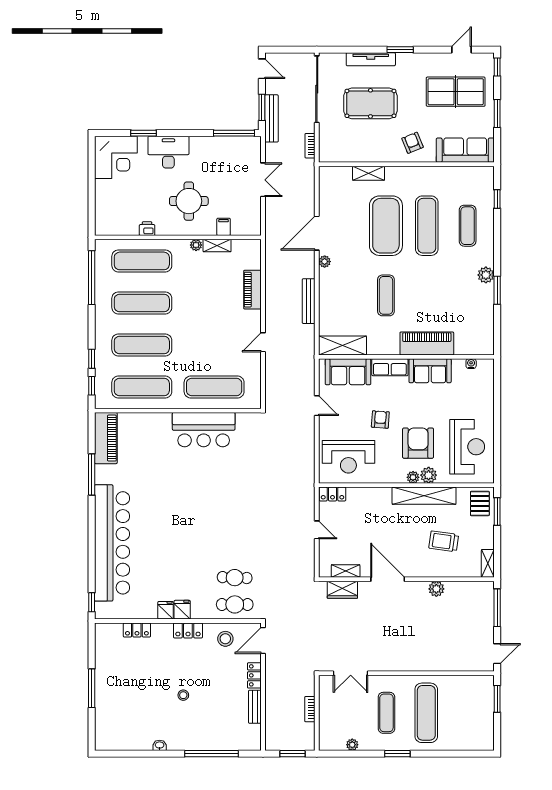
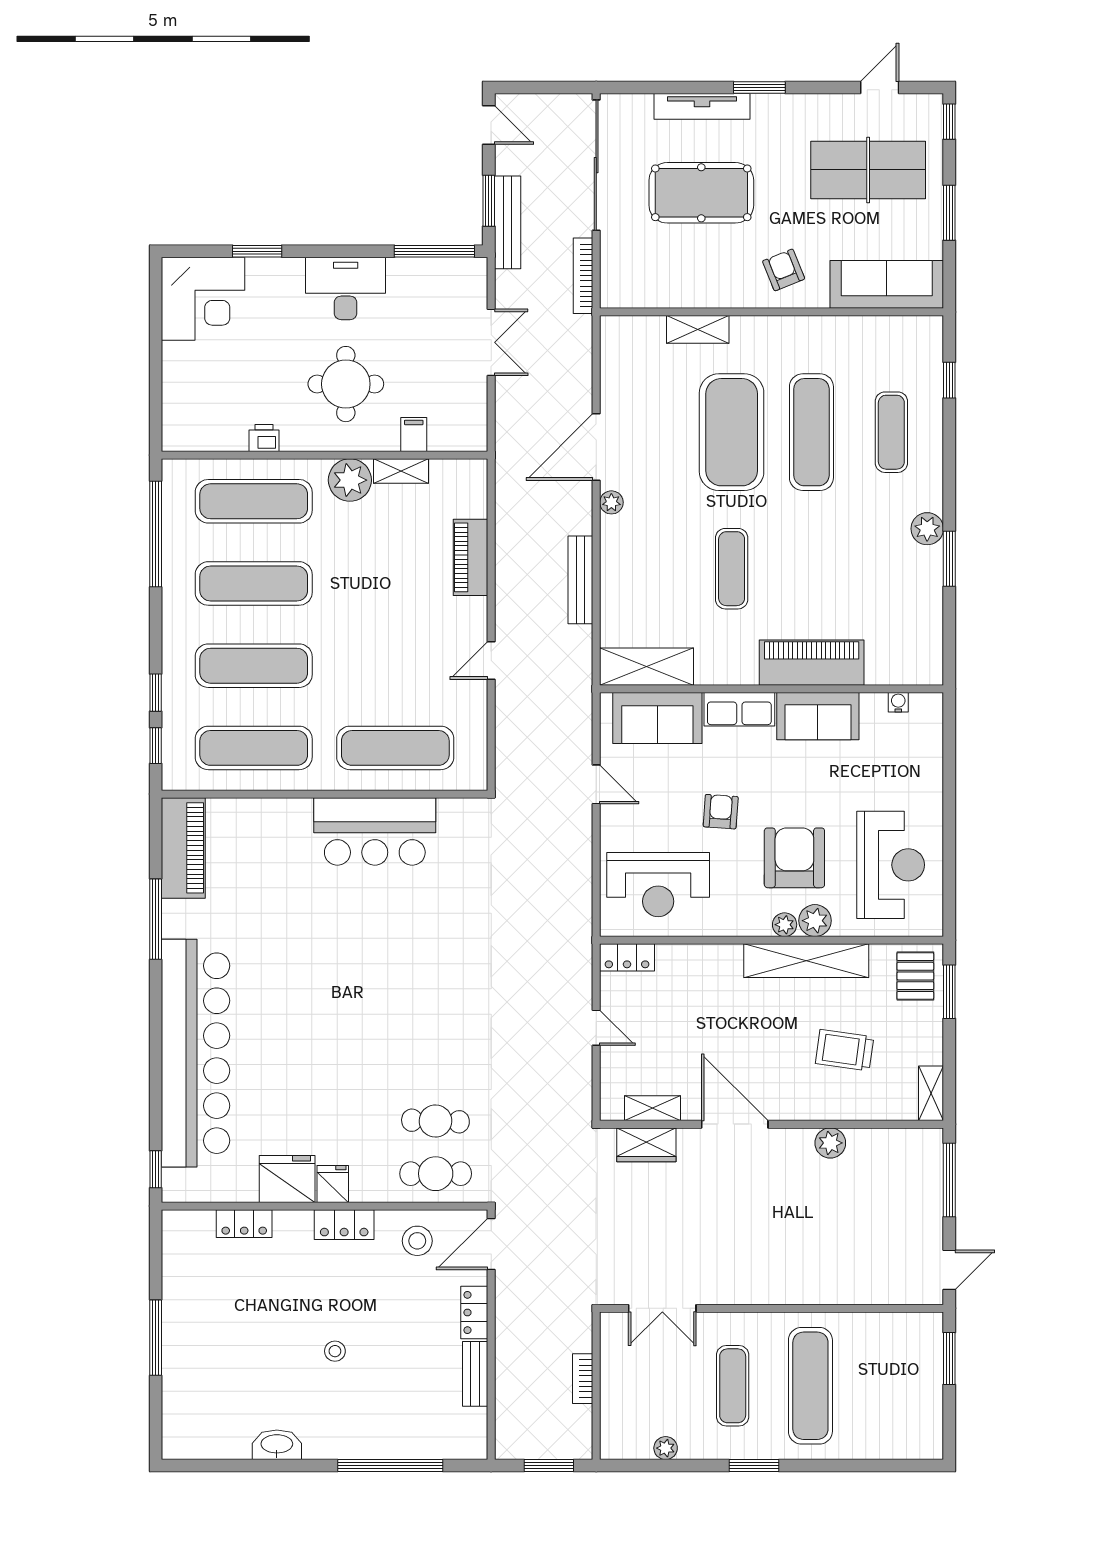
bookcase: (310, 146) -> (583, 276), width x1.56
desk: (168, 152) -> (346, 288), moved
plant: (196, 245) -> (350, 480), width x1.88, depth x1.88
fridge: (165, 610) -> (287, 1179), width x1.88, depth x1.34
washbasin: (160, 745) -> (277, 1445), width x1.91, depth x1.45

